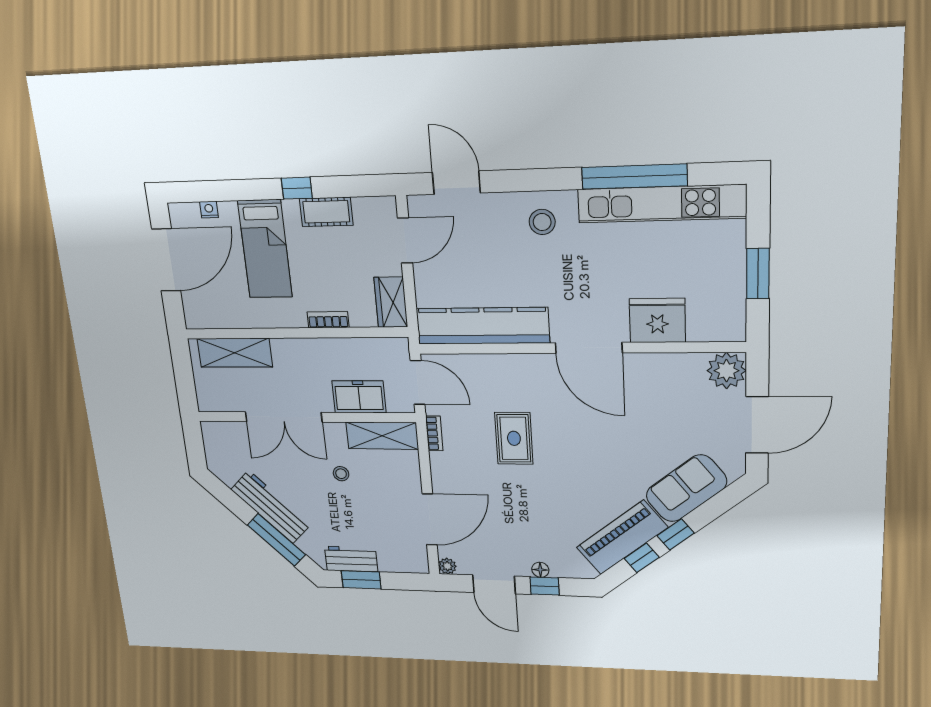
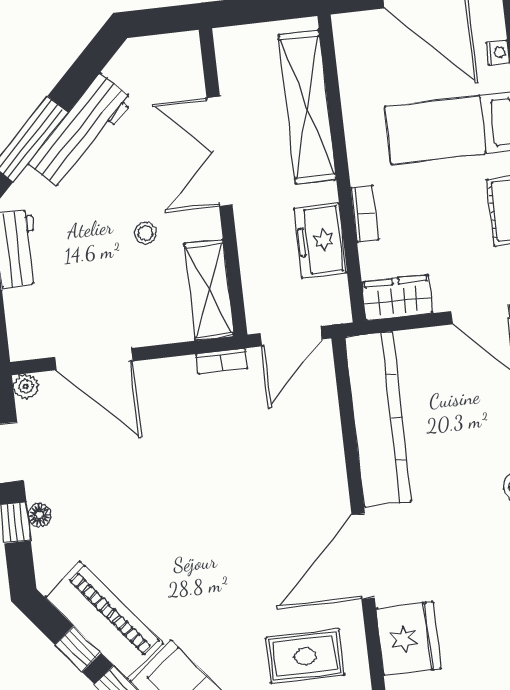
shelving: (235, 353) -> (307, 107), width x1.47
freezer: (359, 397) -> (320, 241), moved, turned 180
rug: (514, 438) -> (305, 656), moved

